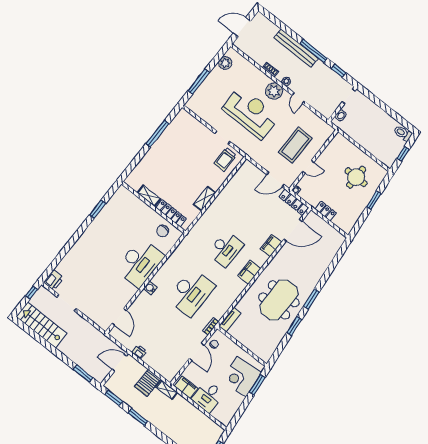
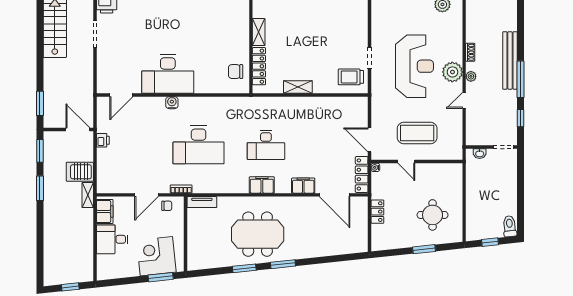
desk: (140, 263) -> (168, 74), moved

